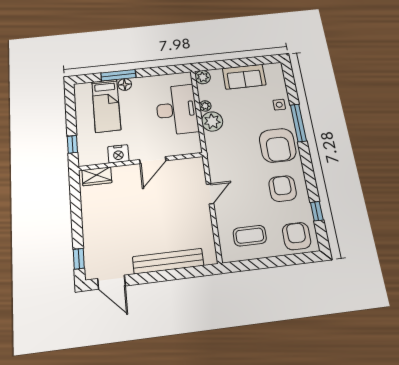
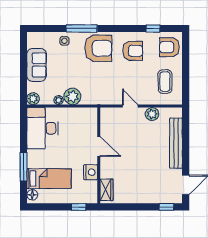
floor lamp: (125, 84) -> (32, 195), moved
desk: (177, 110) -> (43, 128), moved, turned -90
armchair: (283, 189) -> (133, 51), turned 180
plant: (204, 224) -> (152, 114), added

